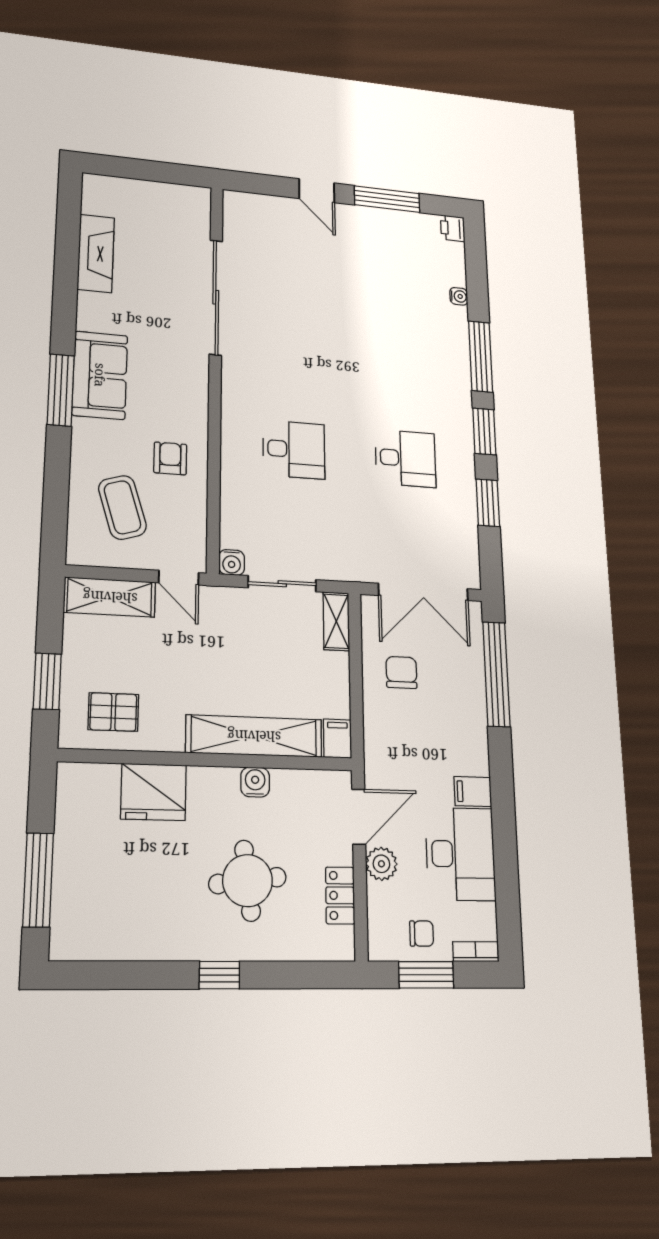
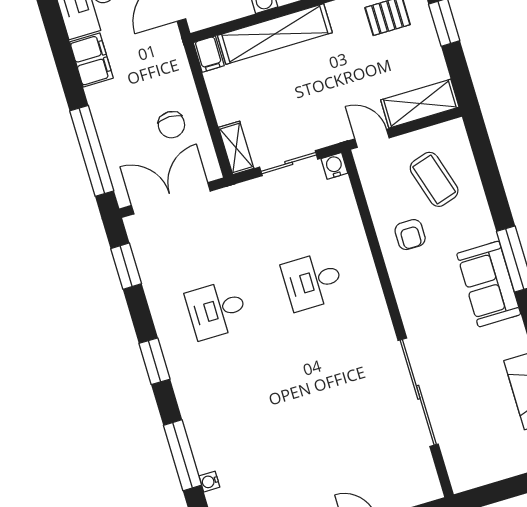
window: (481, 356) -> (182, 455), moved
window: (488, 503) -> (126, 266), moved
filing cabinet: (473, 791) -> (91, 60), width x2.00

